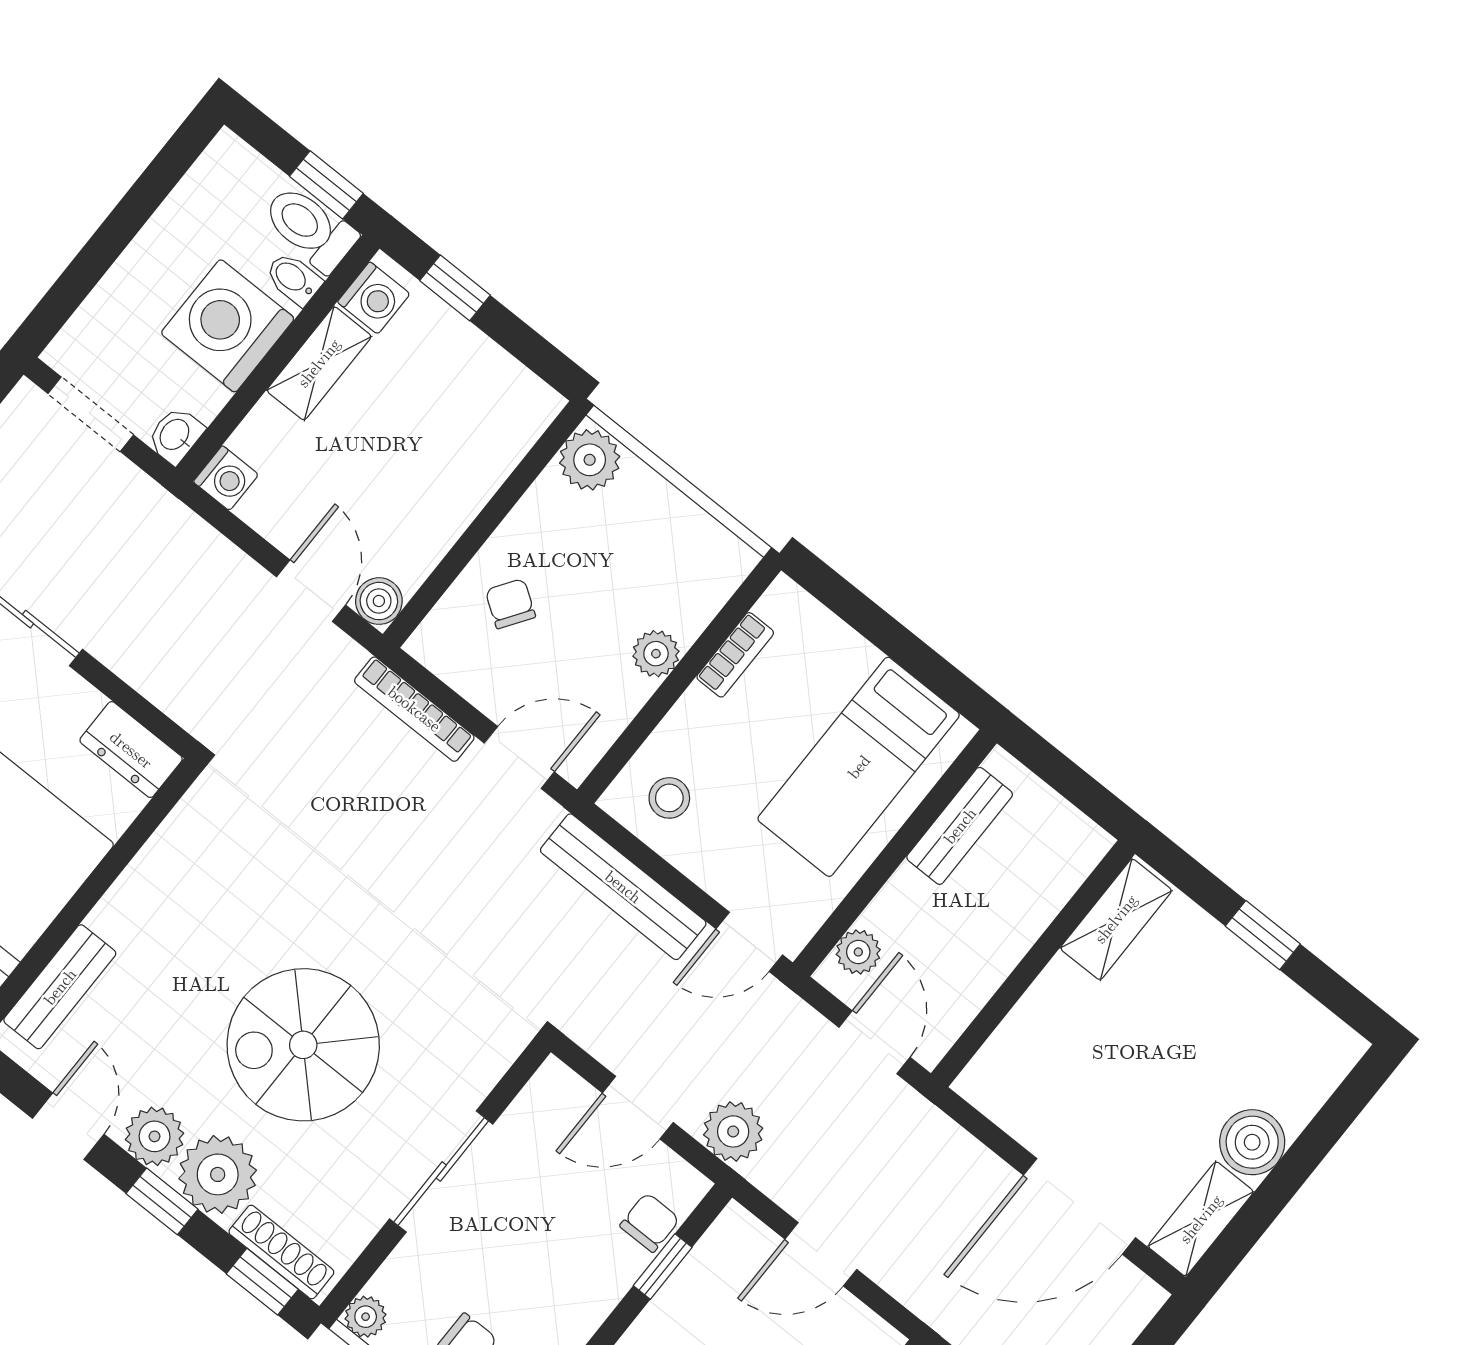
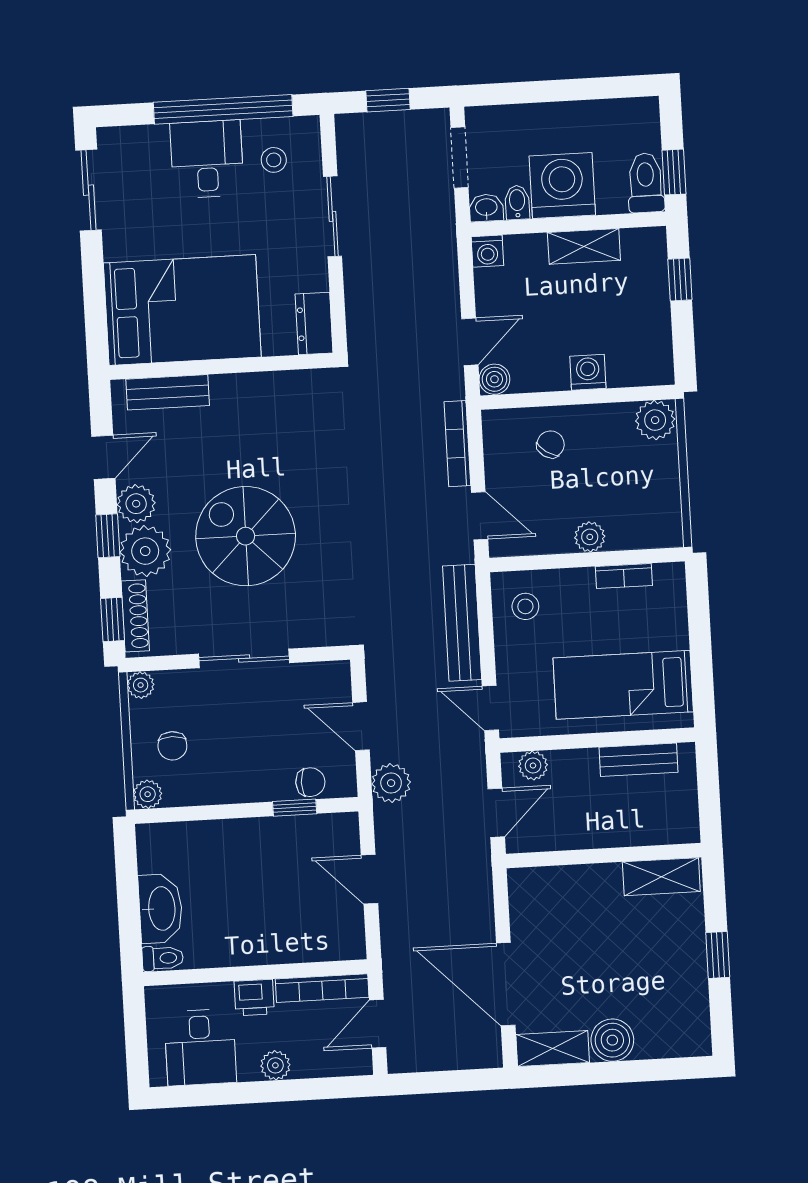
bidet: (294, 279) -> (517, 203), moved
washing machine: (374, 298) -> (588, 372), moved, turned 180

